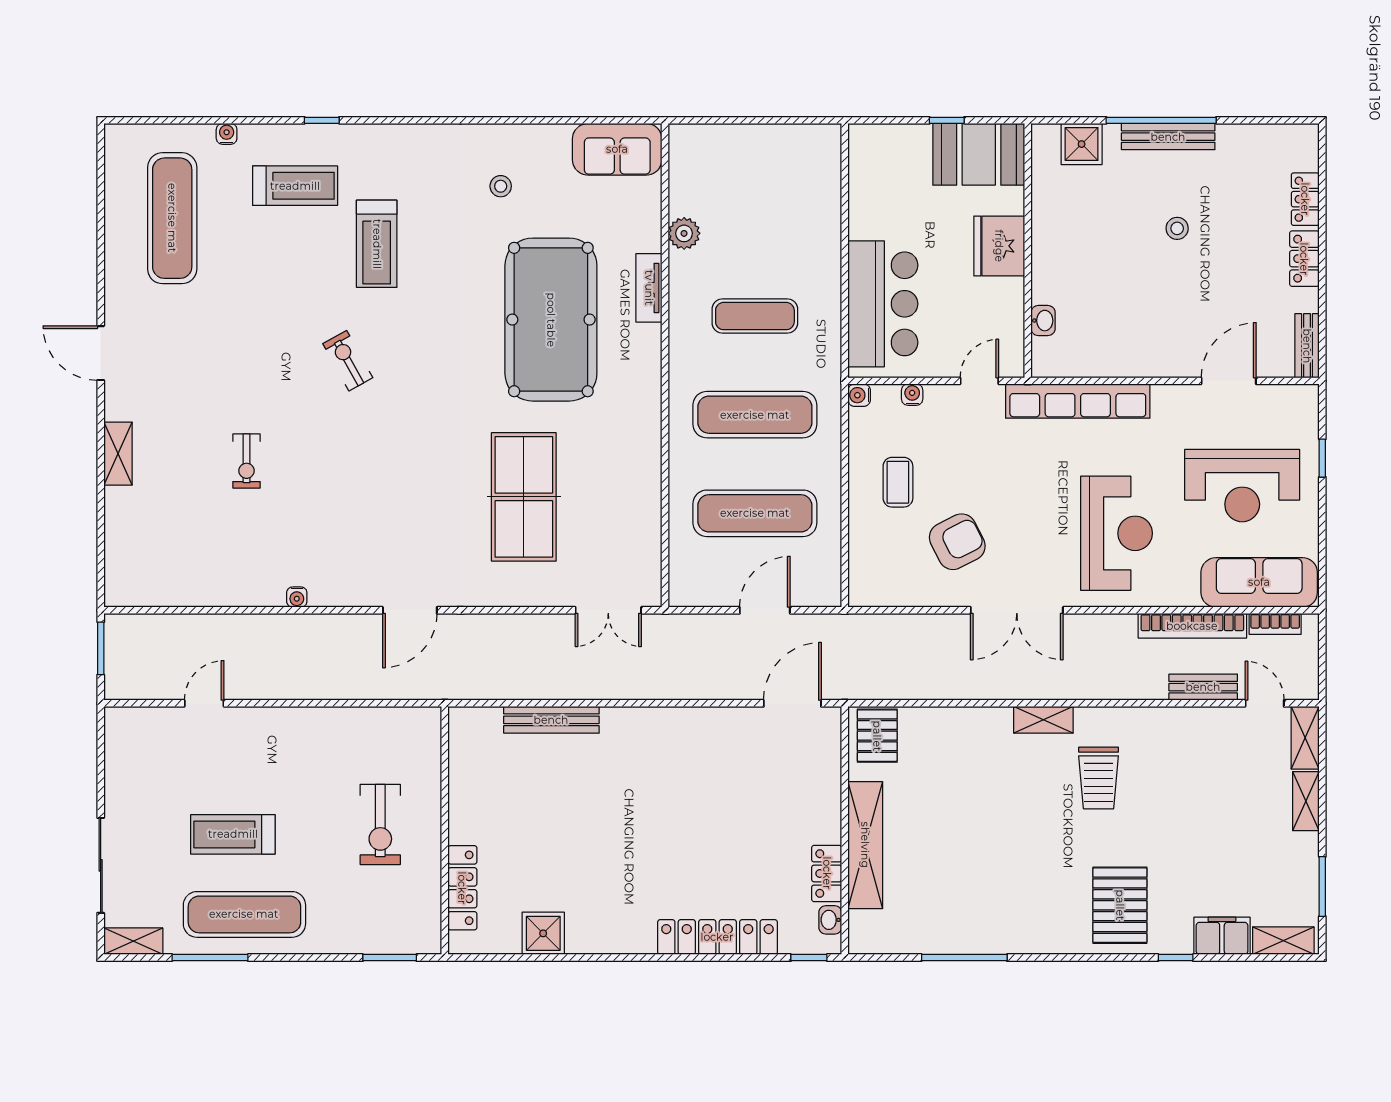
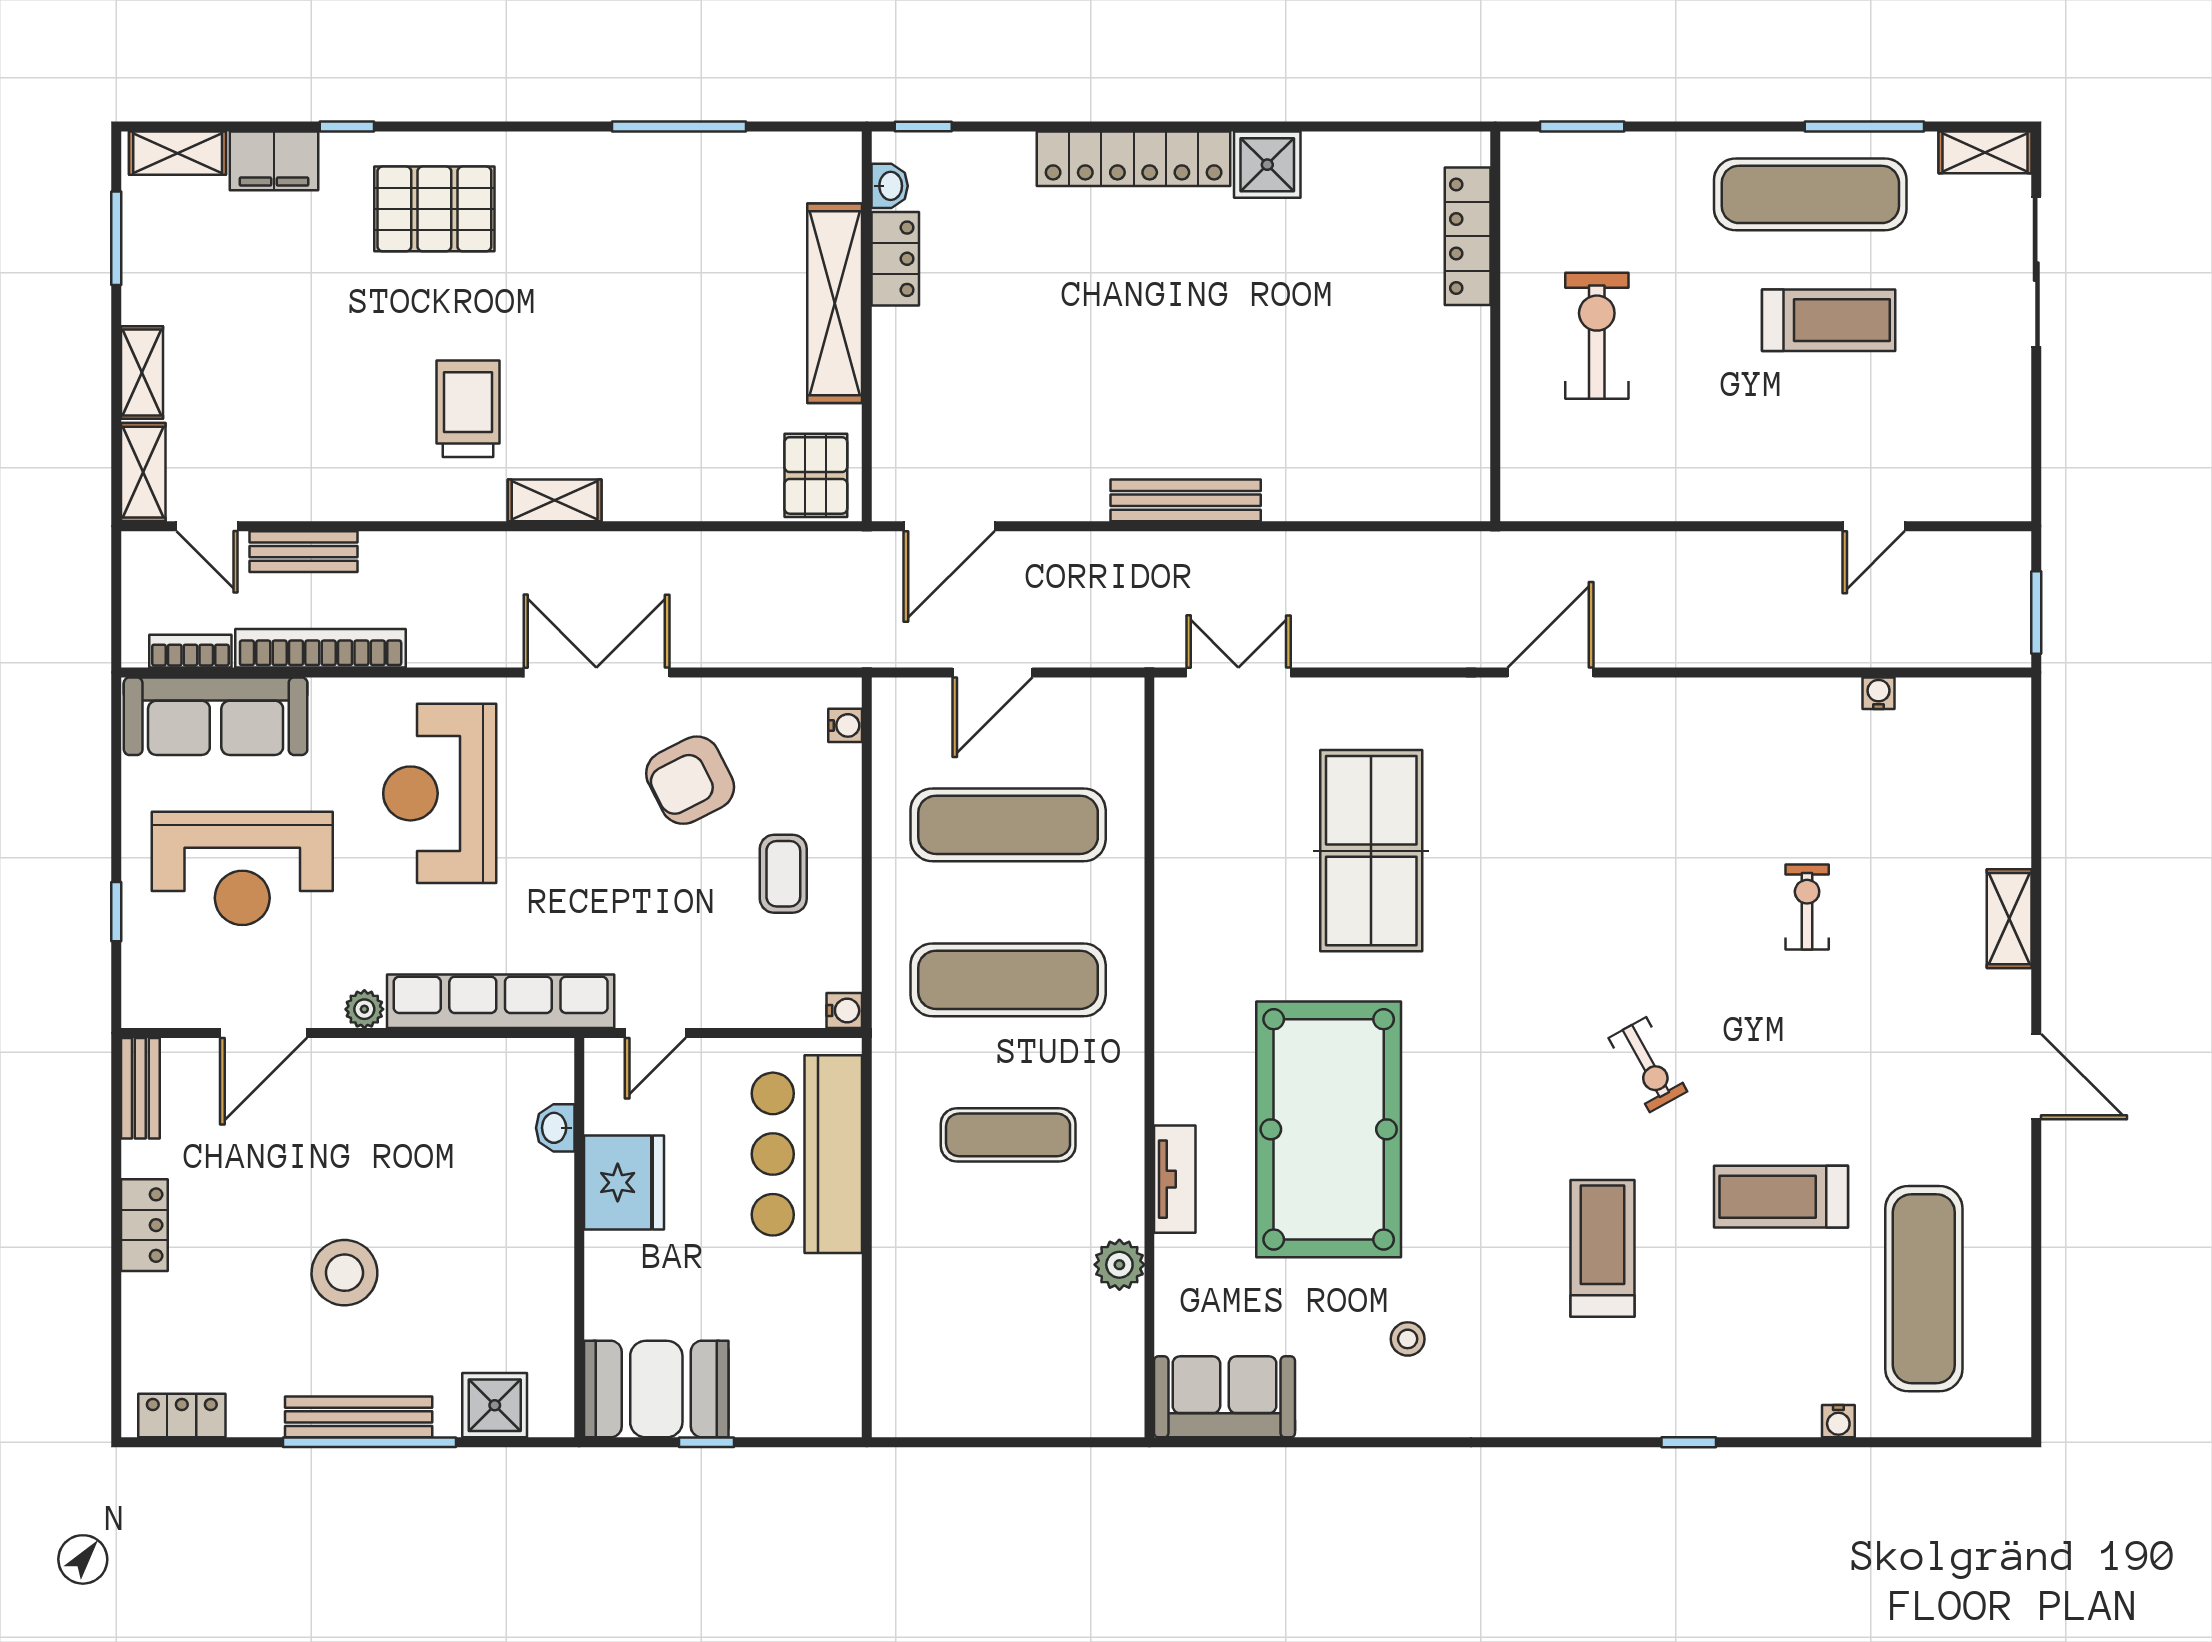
treadmill: (295, 186) -> (1781, 1197), moved
locker: (1305, 199) -> (182, 1415), moved, turned -90
stool: (1177, 228) -> (344, 1273), width x1.89, depth x1.89
fridge: (999, 246) -> (624, 1183), moved
water cooler: (912, 395) -> (845, 725), moved, turned -90
plant: (1165, 396) -> (364, 1009), added
reception desk: (1242, 486) -> (242, 868), turned 180
water cooler: (297, 597) -> (1879, 693), moved
bench: (551, 720) -> (1186, 500), moved
pallet: (1120, 905) -> (434, 209), turned 90
shower: (543, 933) -> (1267, 165), moved
locker: (717, 937) -> (1134, 159), moved

